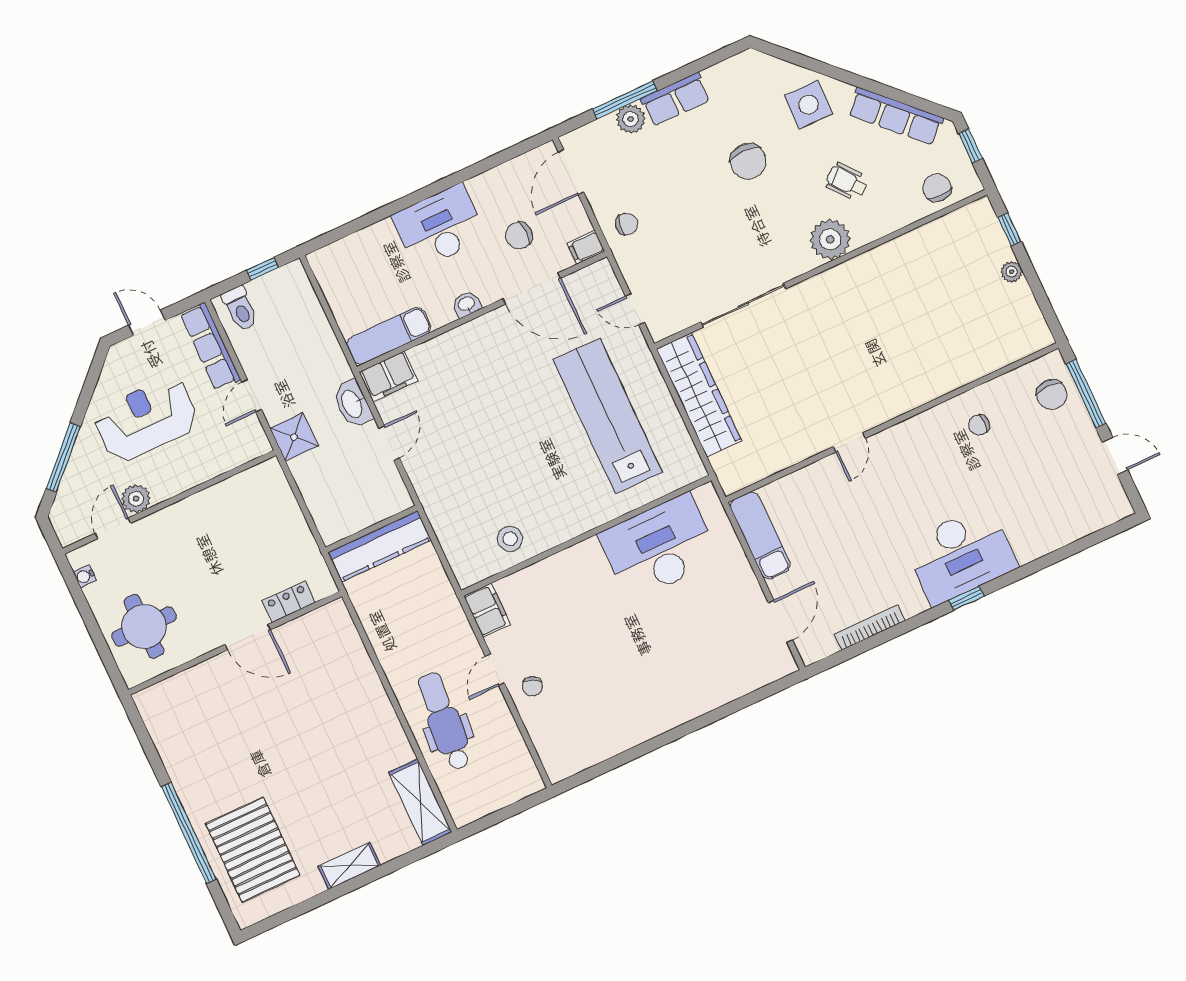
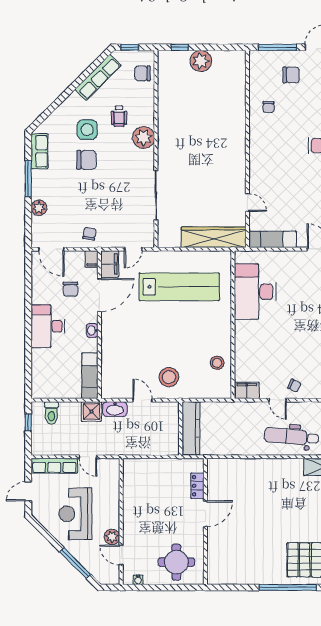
row of seats: (676, 99) -> (39, 151), moved
window: (625, 100) -> (28, 179), moved
side table: (809, 105) -> (87, 130), moved
wheelchair: (847, 182) -> (119, 116), turned -51
plant: (1012, 272) -> (201, 61), width x1.87, depth x1.87
toilet: (240, 308) -> (51, 413), moved, turned 90
filing cabinet: (389, 376) -> (110, 264), moved
wardrobe: (699, 395) -> (214, 237), moved
chair: (1052, 395) -> (291, 75), moved
lab bench: (608, 416) -> (179, 287), turned 180
shower: (294, 437) -> (92, 412), moved
door: (849, 443) -> (247, 202), moved
stool: (448, 469) -> (169, 377), added

